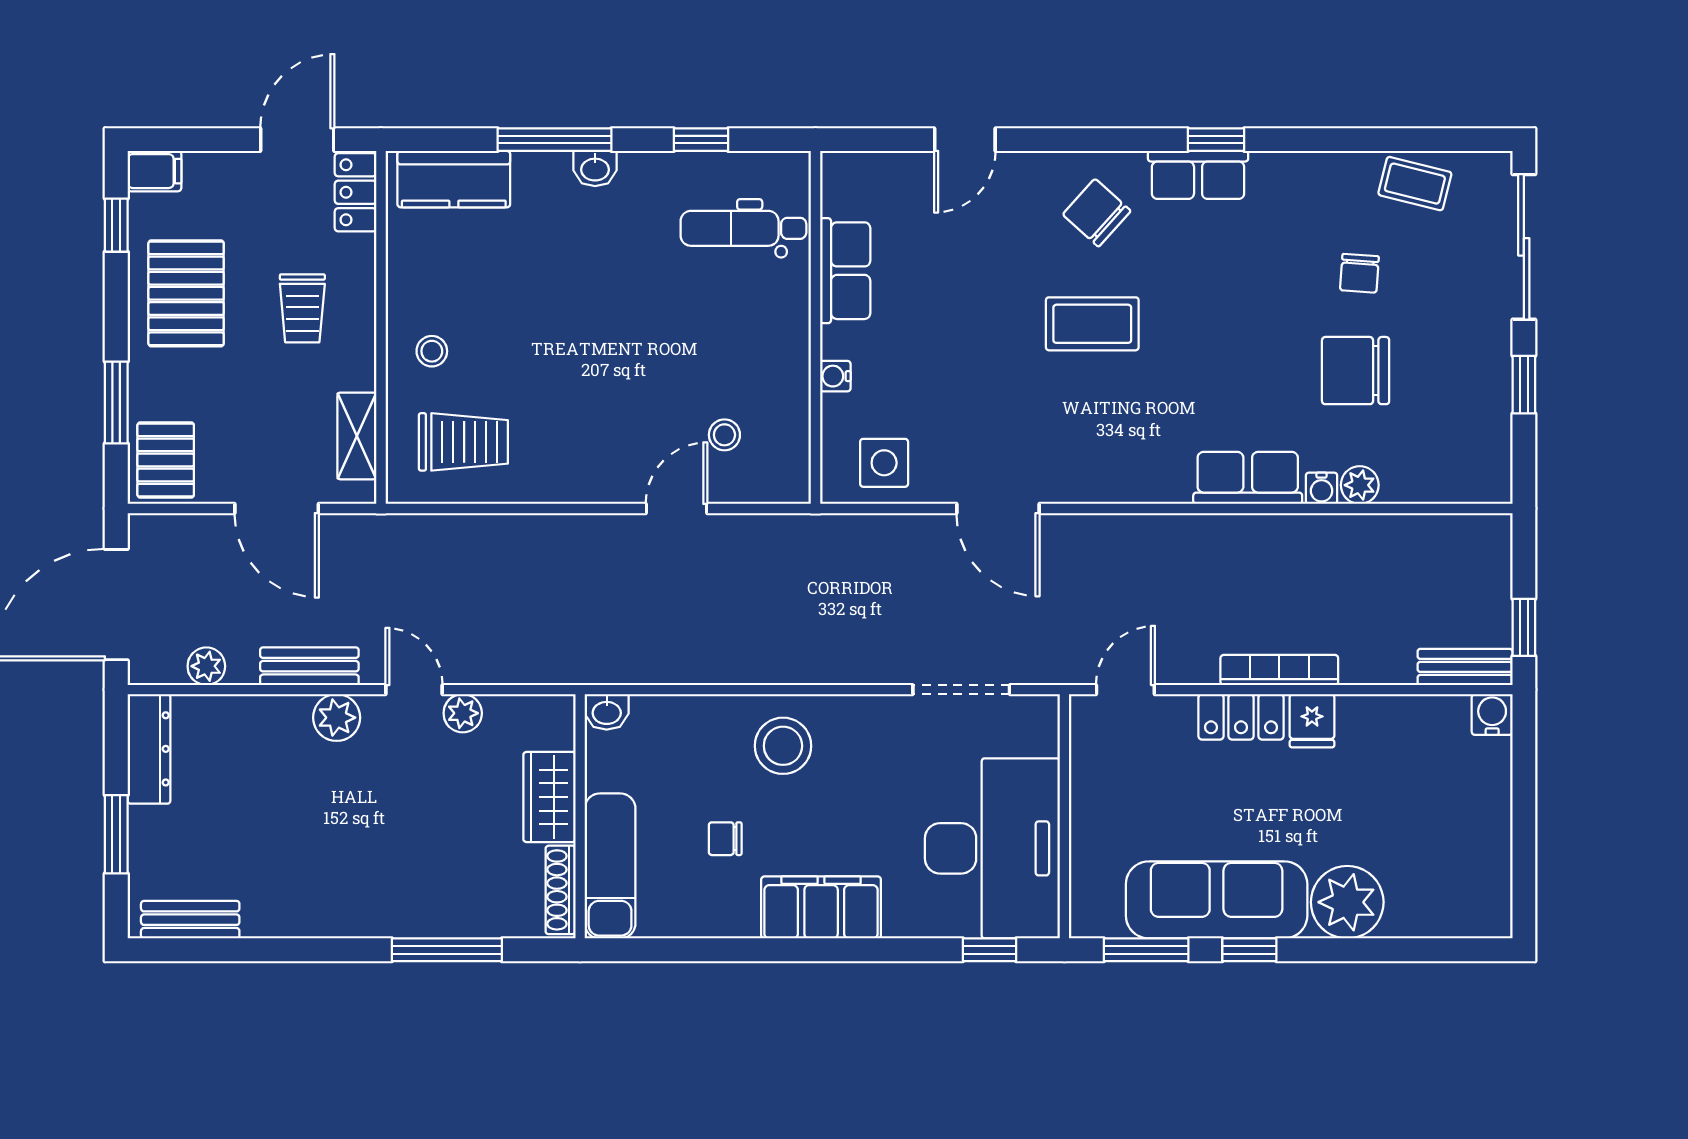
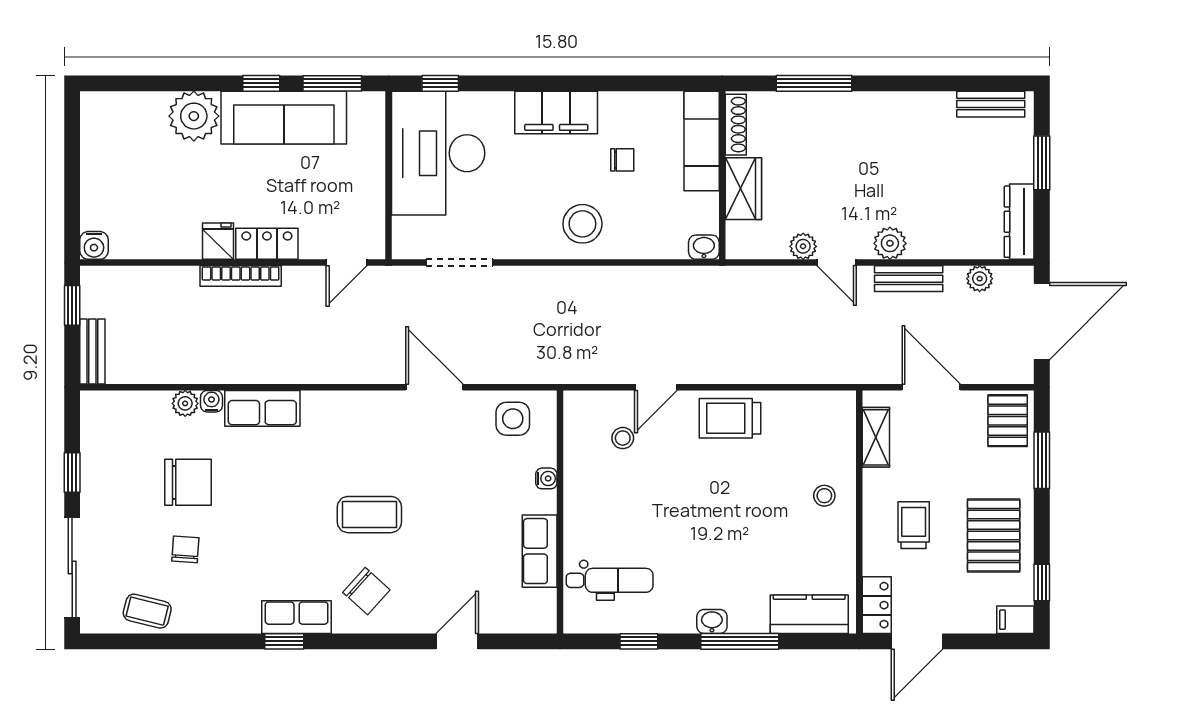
trolley: (463, 442) -> (730, 418), moved
bench: (1465, 667) -> (92, 351), moved, turned 90

